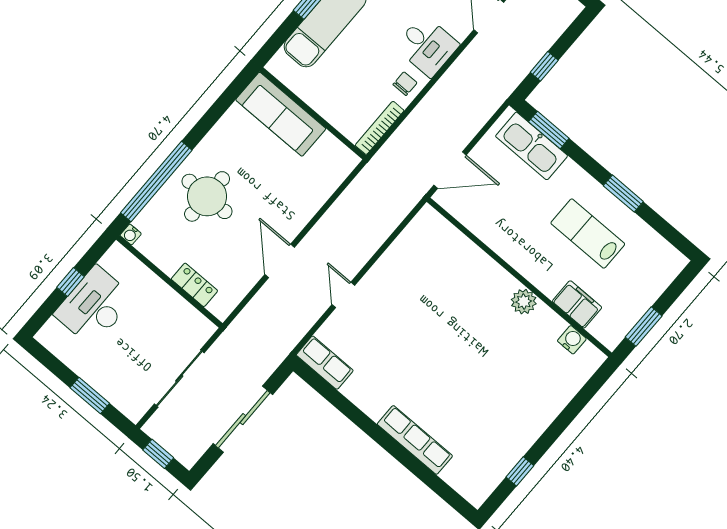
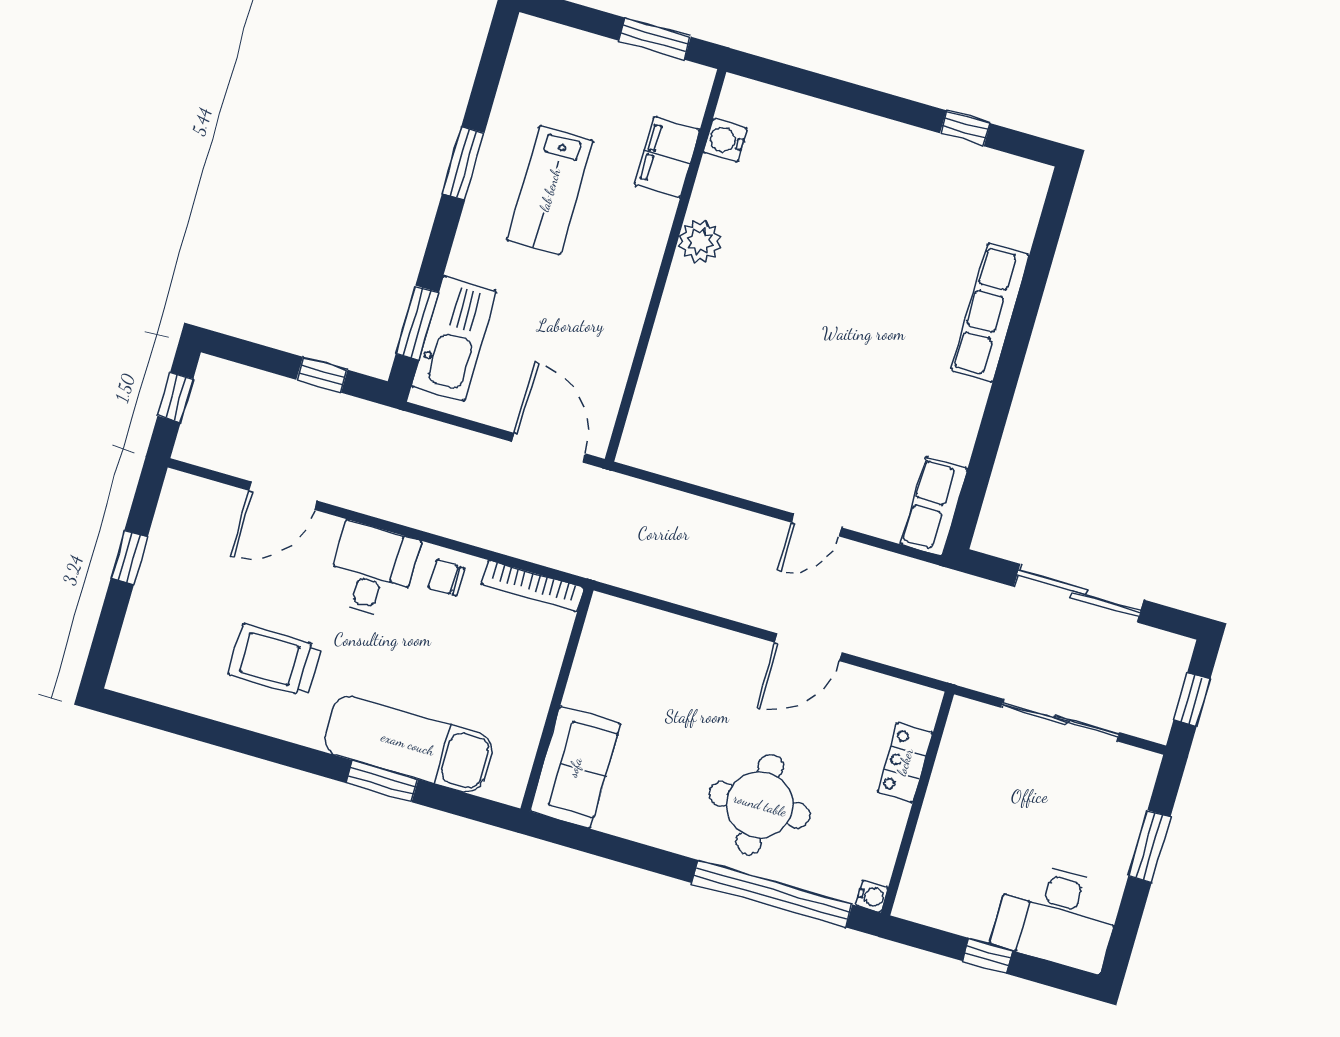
sofa: (281, 114) -> (575, 767), width x0.73
desk: (94, 306) -> (1057, 916), moved

